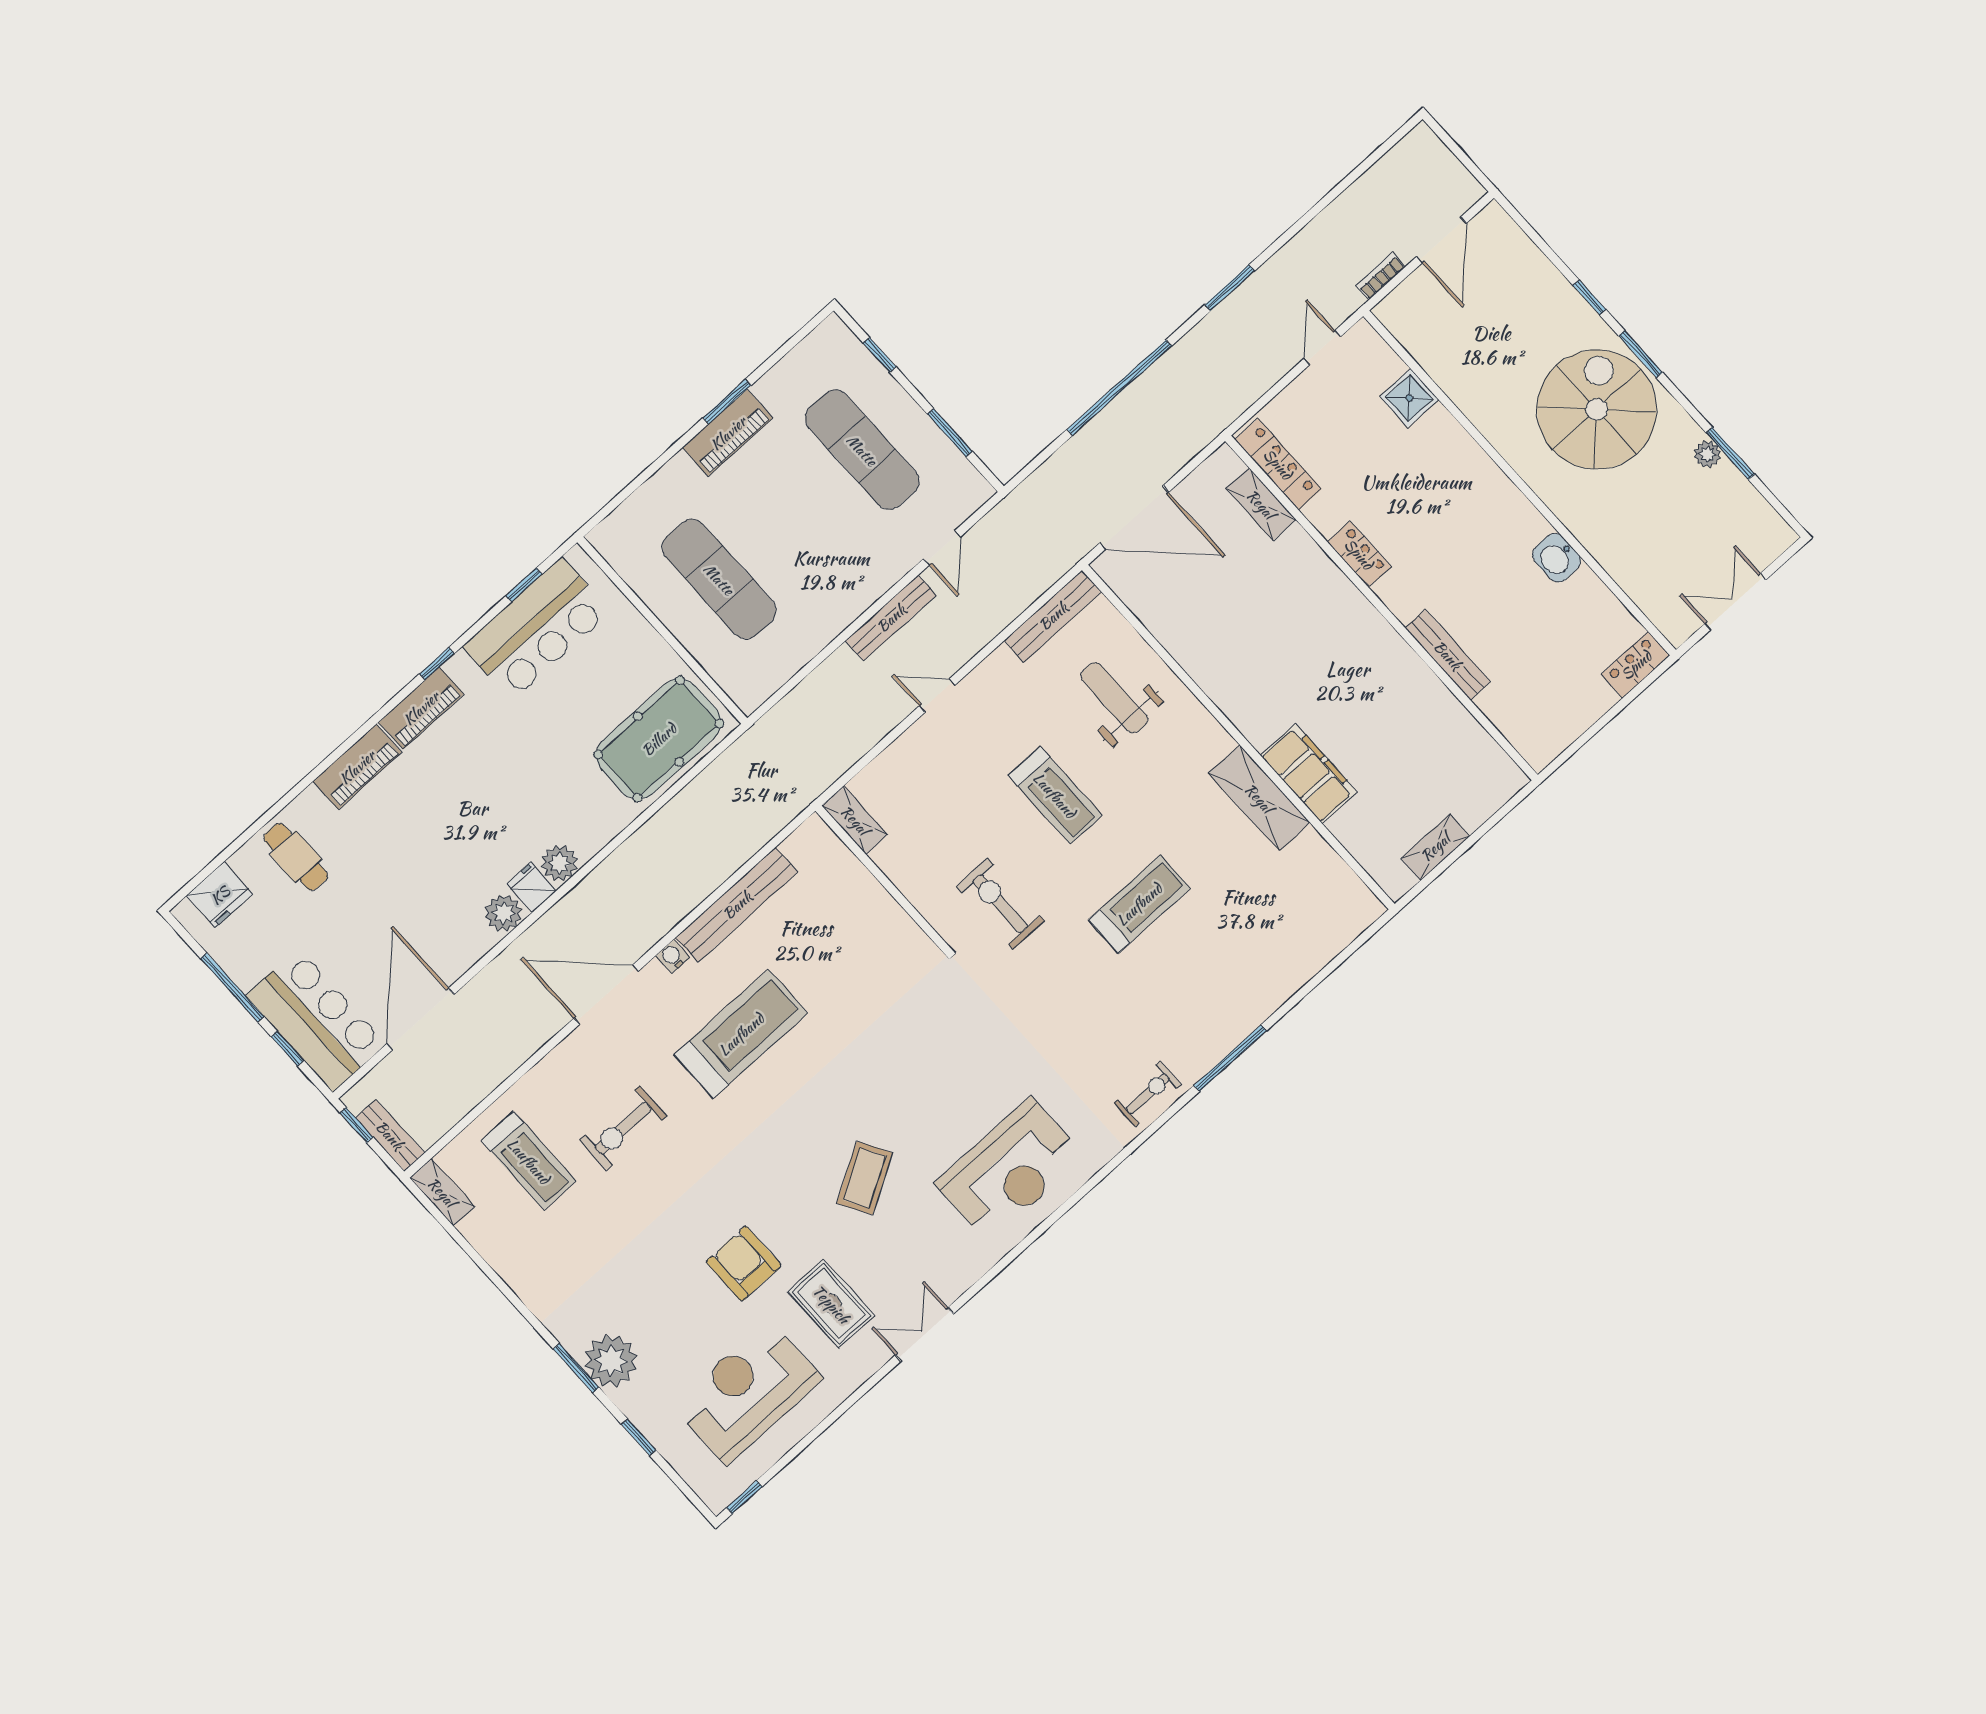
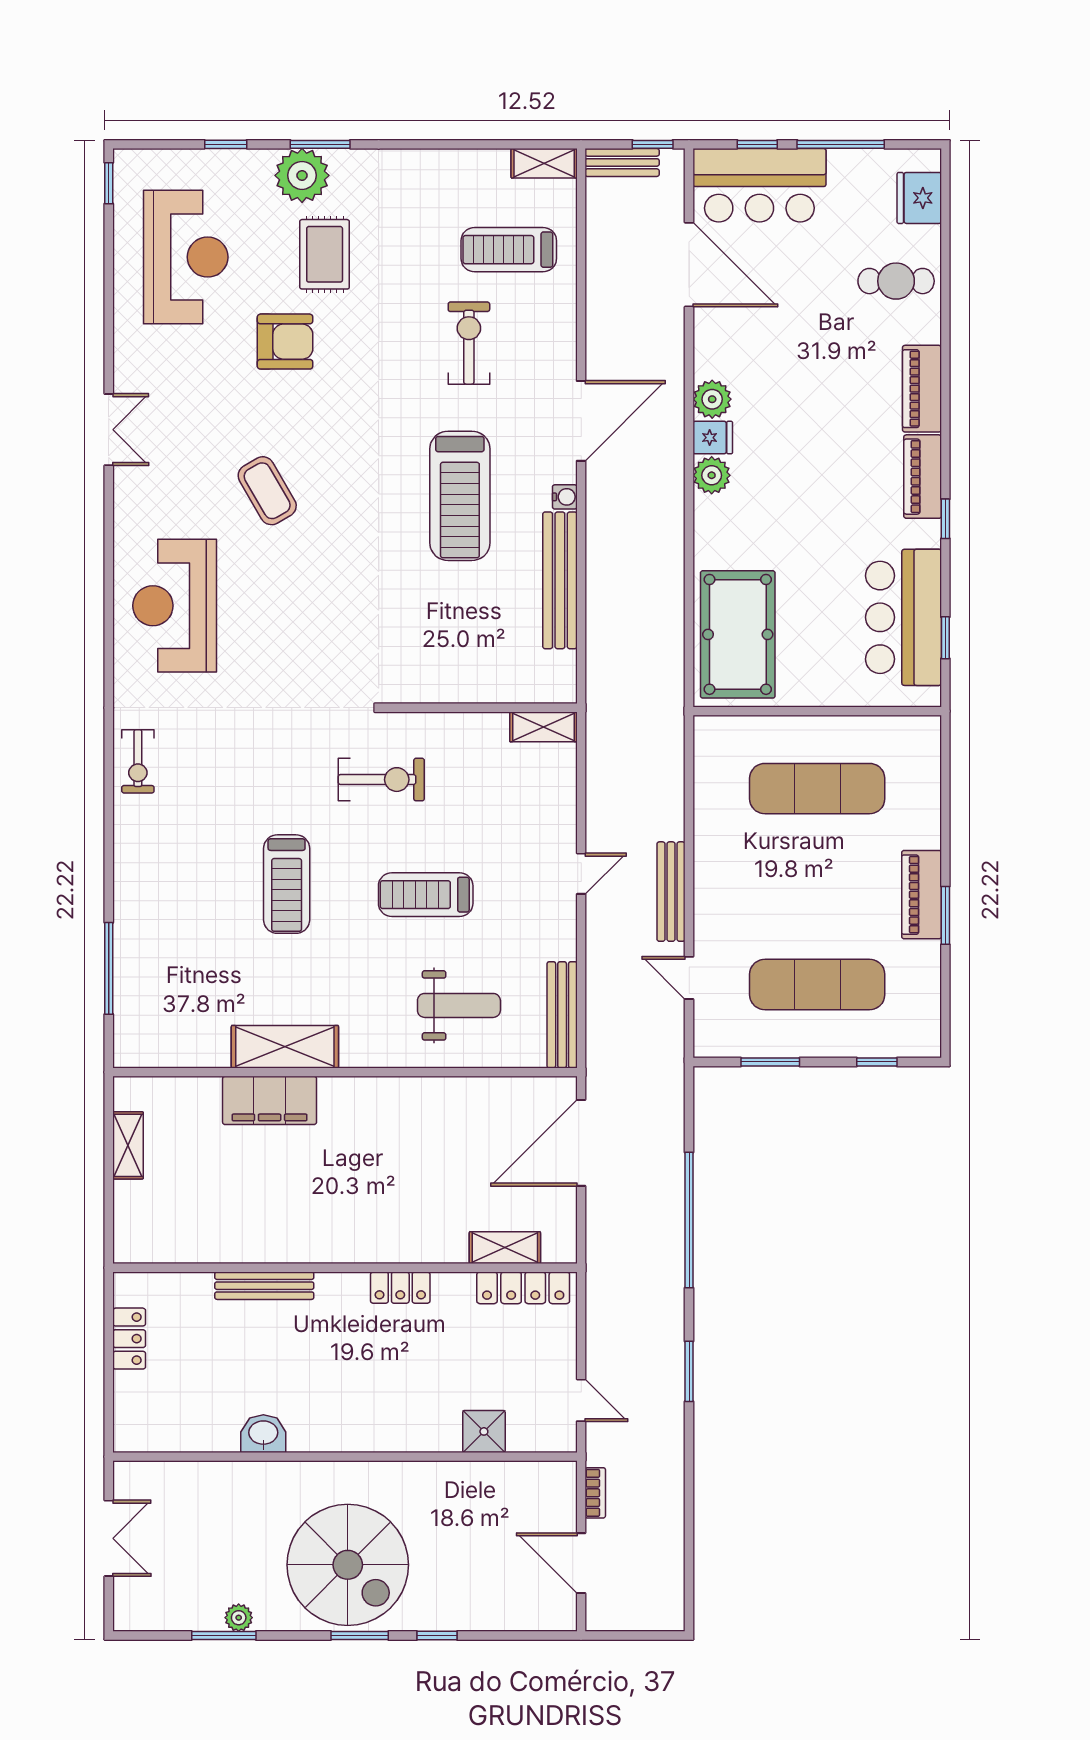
locker: (1636, 665) -> (129, 1339), moved
window: (1230, 1058) -> (109, 968), moved
rug: (831, 1304) -> (325, 254), moved, turned 90

